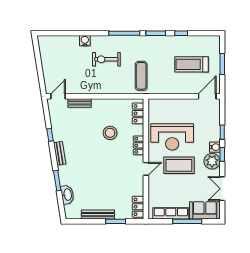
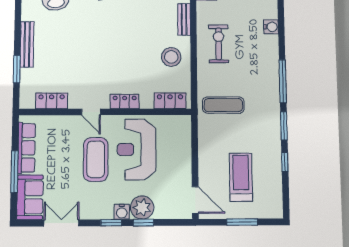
exercise bike: (106, 59) -> (219, 44), moved
stool: (110, 133) -> (171, 57), moved
plant: (212, 161) -> (142, 208), moved
locker: (138, 207) -> (52, 101), moved

